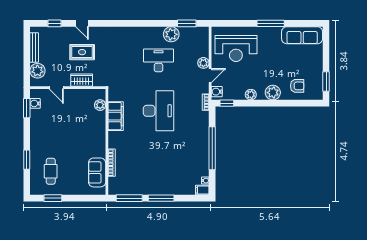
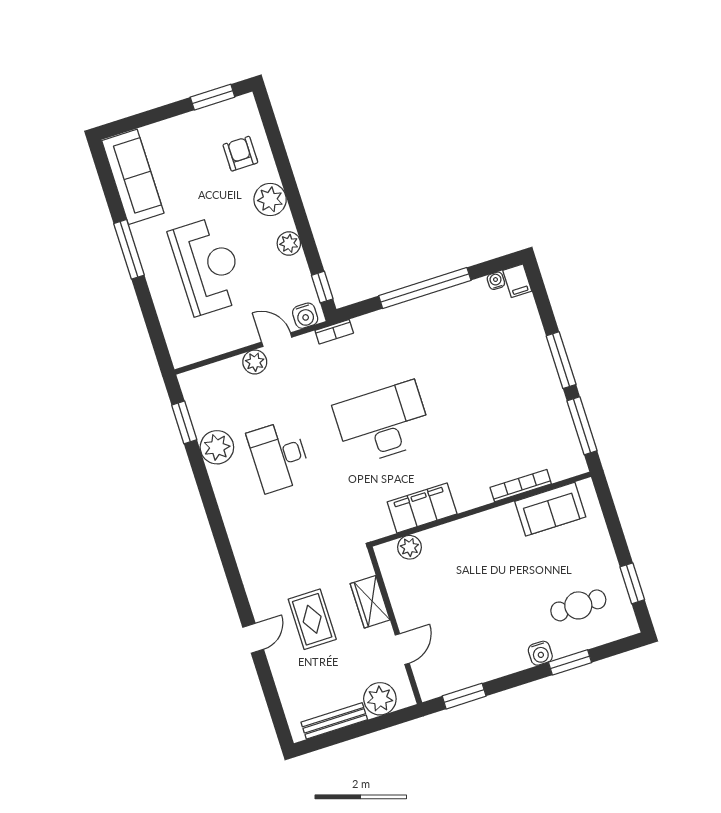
window: (55, 23) -> (271, 695), removed
reception desk: (236, 49) -> (207, 266), moved
water cooler: (35, 103) -> (540, 653), moved

